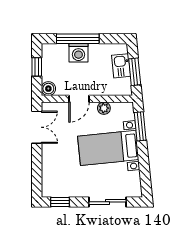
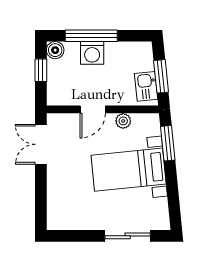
kitchen sink: (121, 66) -> (146, 86), moved
boiler: (48, 89) -> (55, 50), moved
double door: (37, 127) -> (41, 144), swing flipped
window: (60, 202) -> (69, 236), removed

